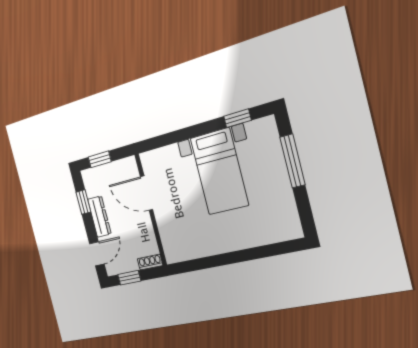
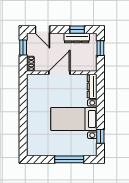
dresser: (159, 156) -> (92, 86), added
door: (147, 193) -> (59, 73), moved
dresser: (99, 217) -> (77, 38), moved

